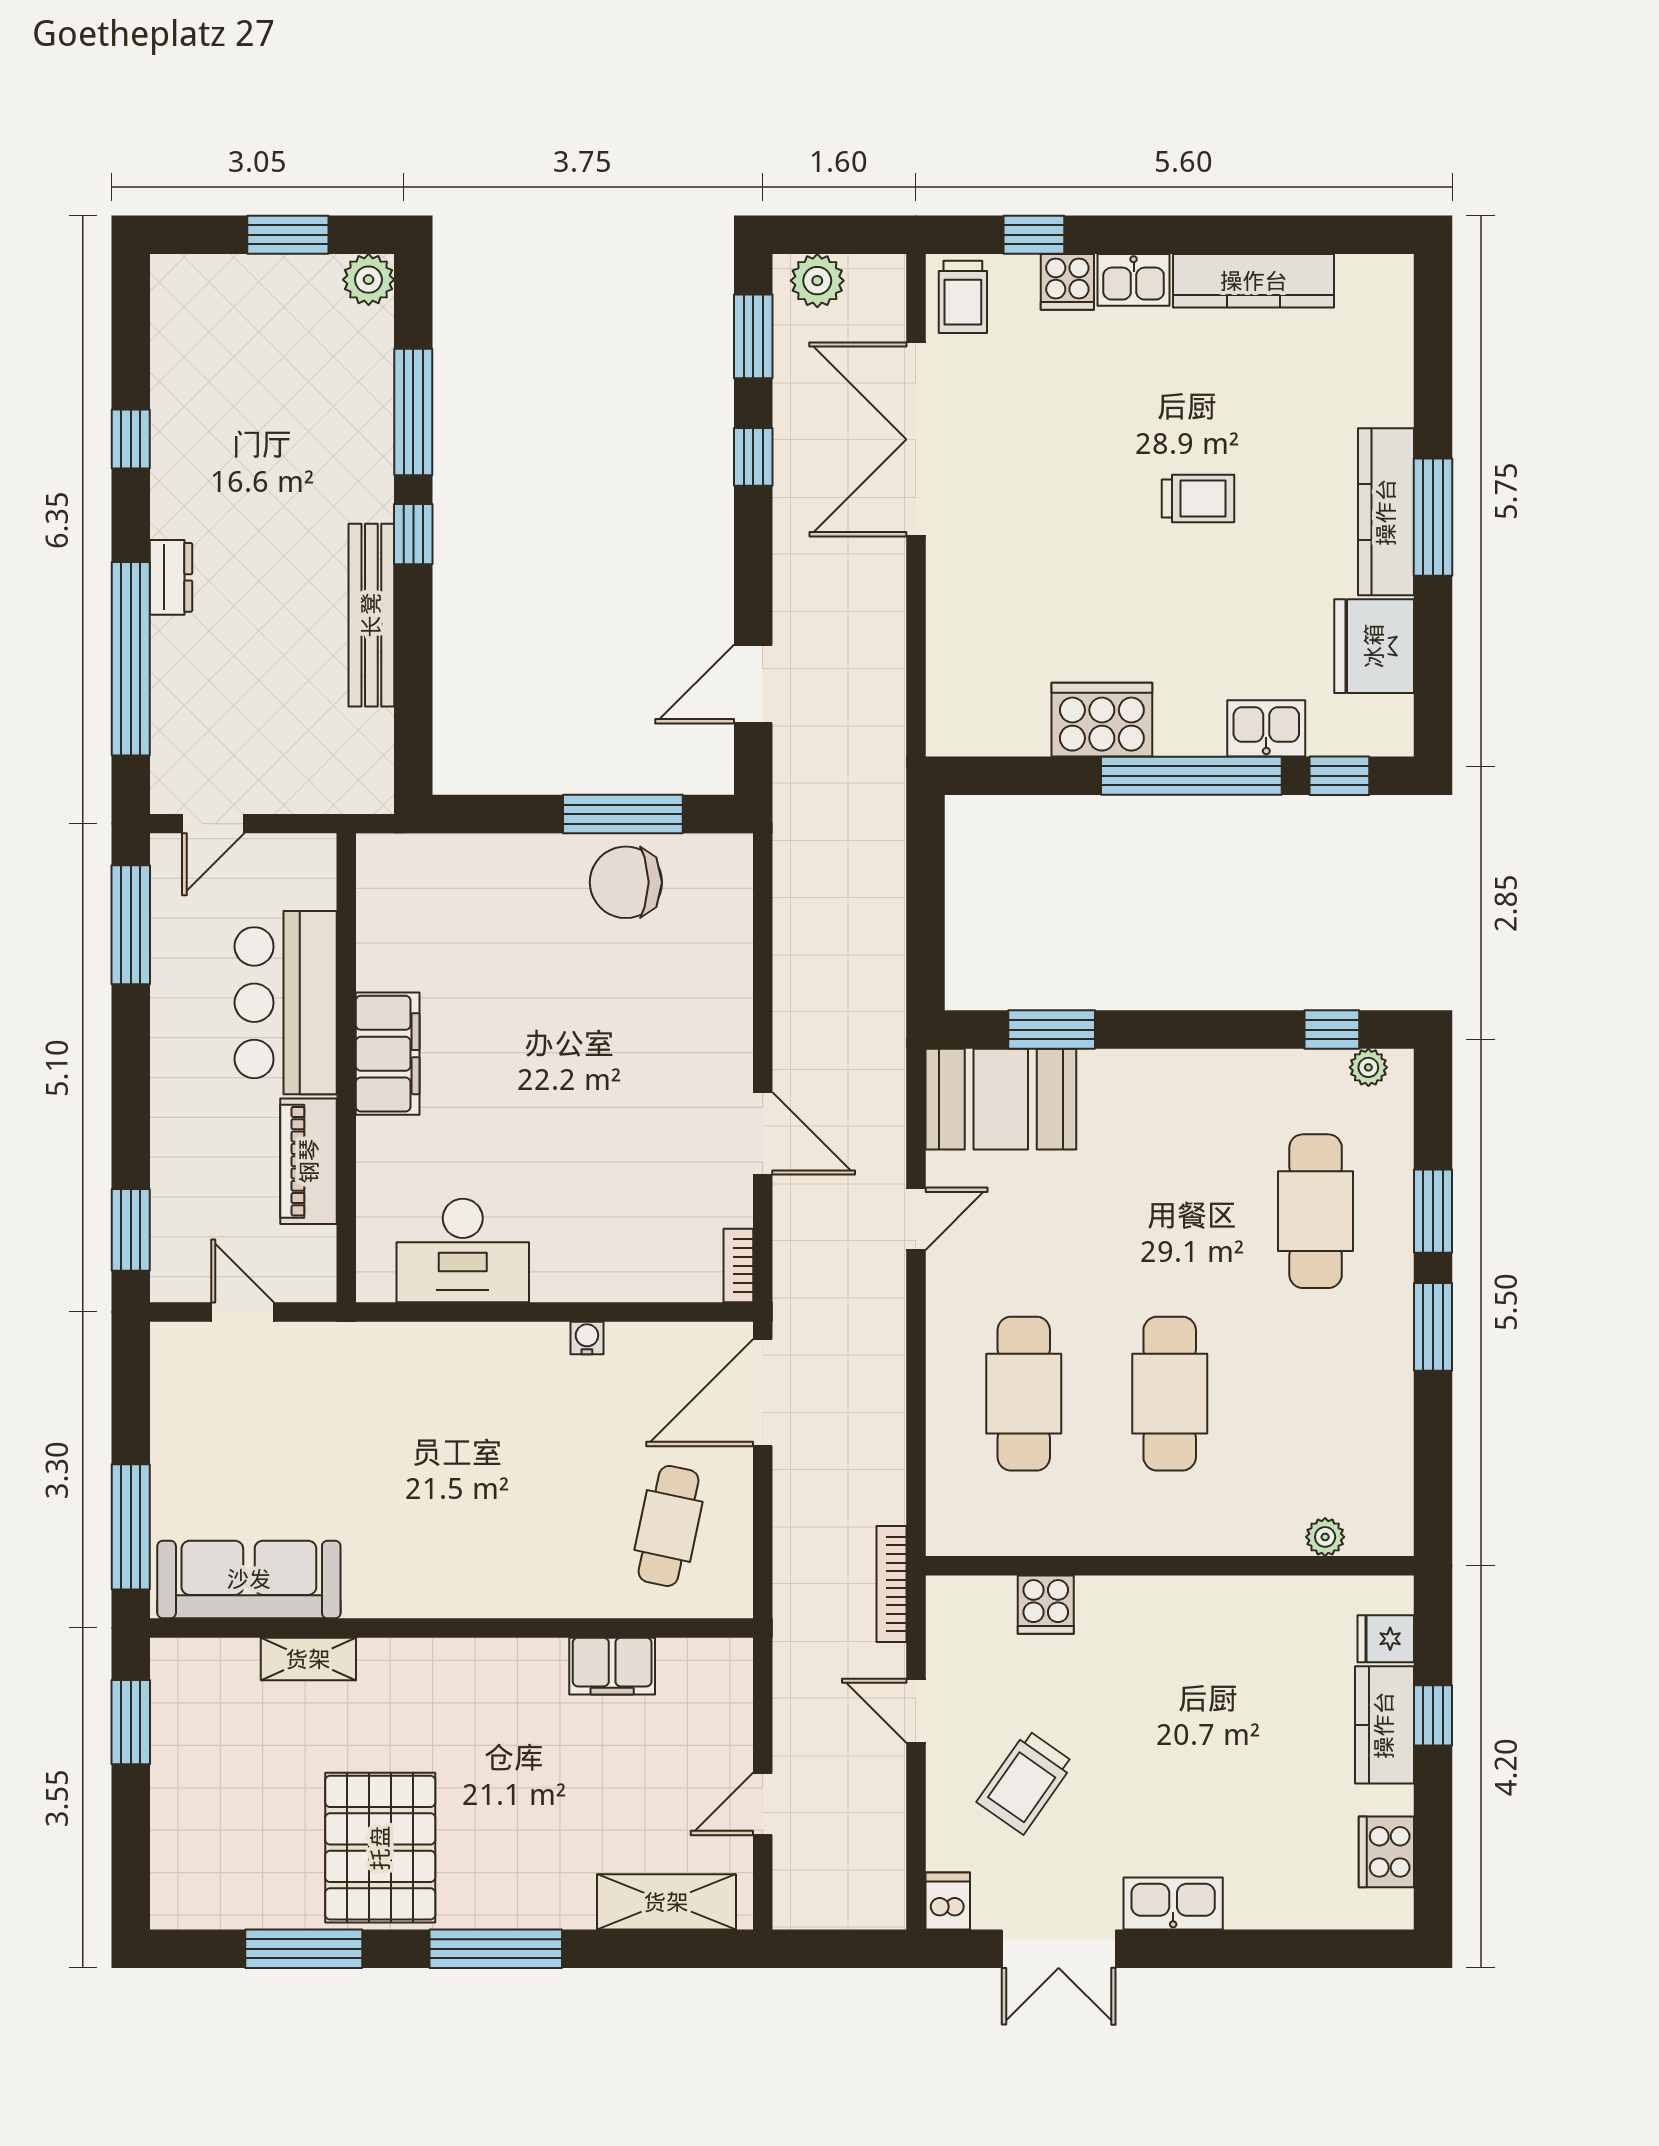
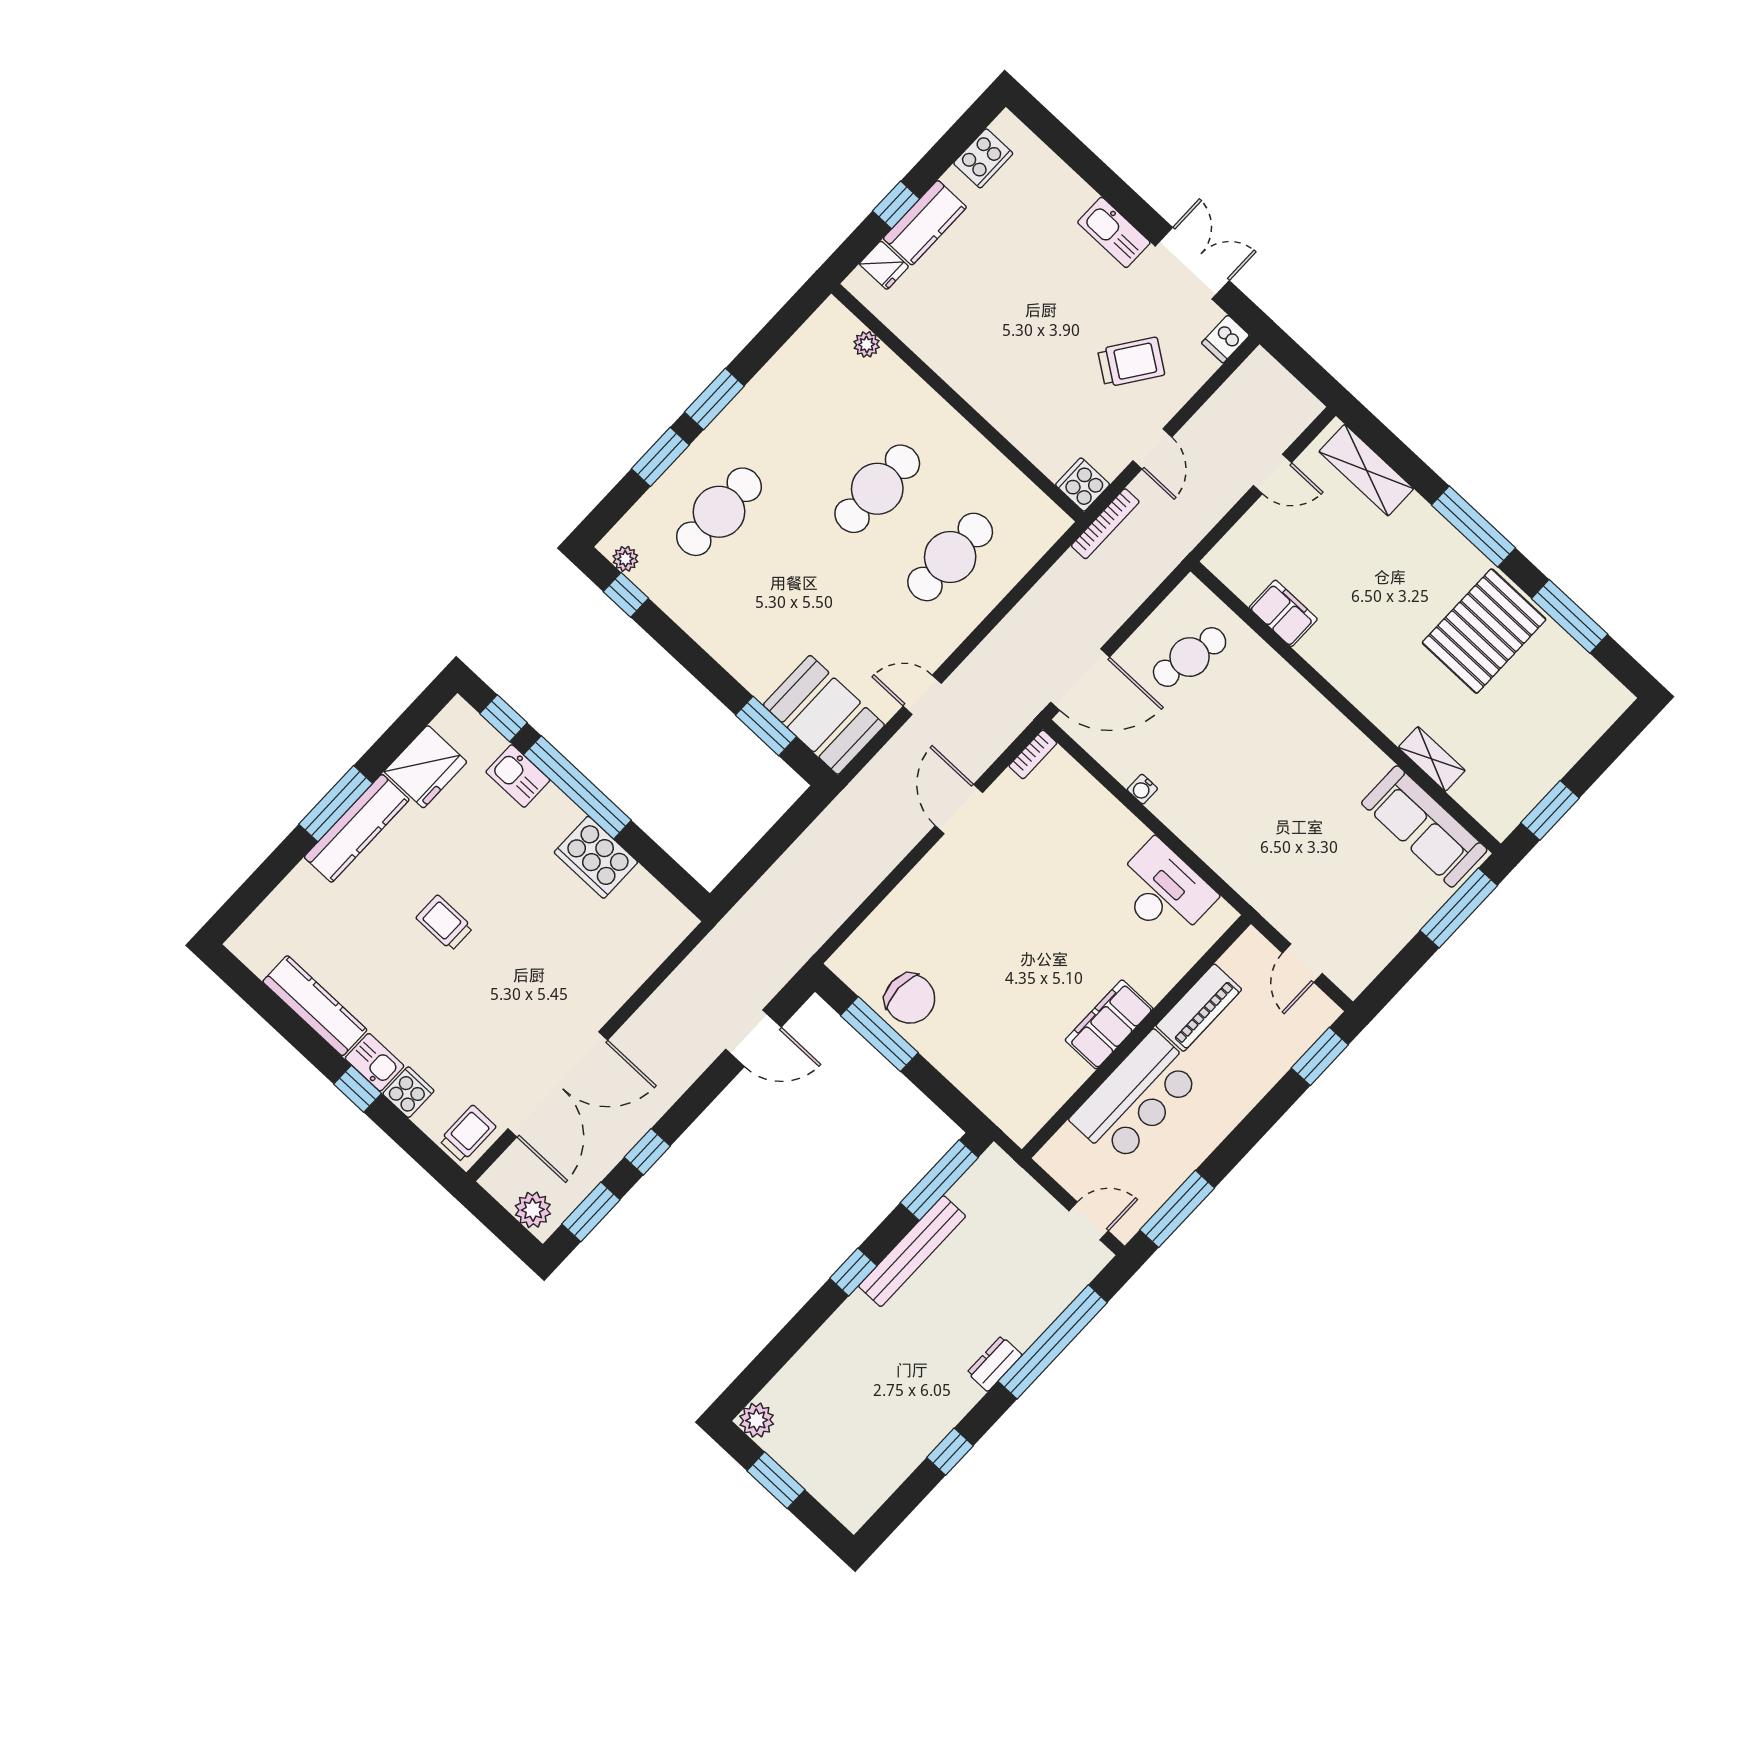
window: (1034, 235) -> (358, 1089), moved
window: (413, 412) -> (939, 1180), moved
cooker: (1046, 1605) -> (1083, 485), moved, turned -90

